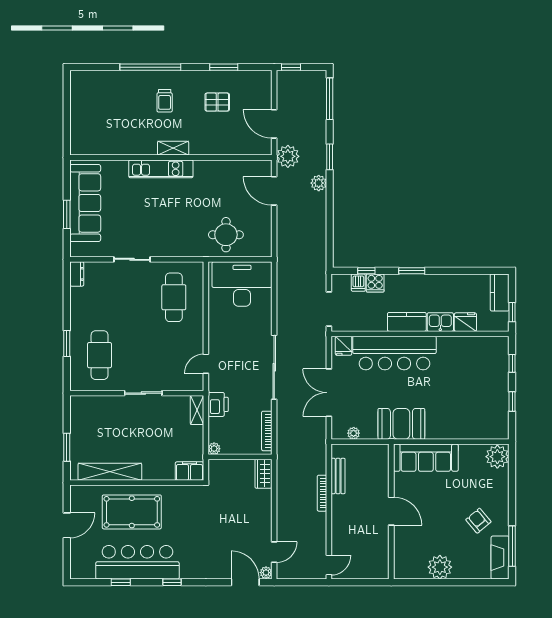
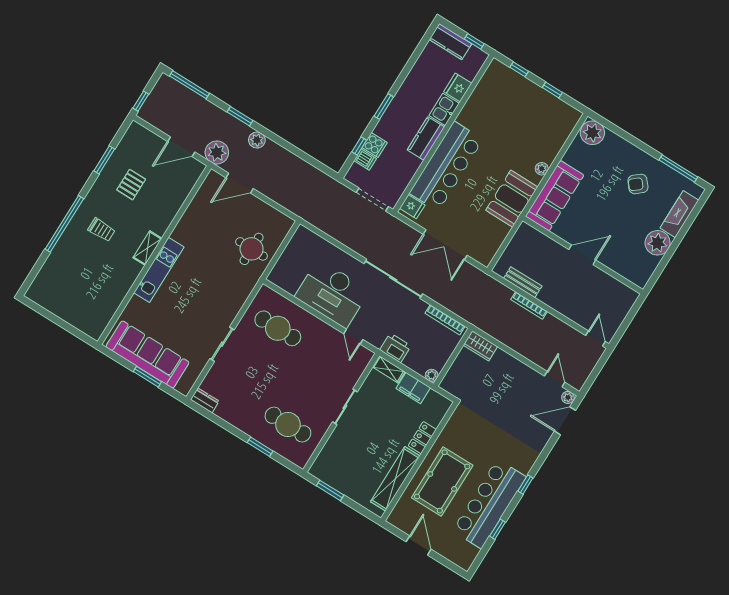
desk: (242, 284) -> (332, 294), moved, turned -90
plant: (354, 433) -> (542, 169), moved
window: (67, 447) -> (330, 490), moved
filing cabinet: (189, 471) -> (413, 388), moved, turned -90
locker: (158, 473) -> (422, 438), added
fireplace: (500, 558) -> (679, 214), moved, turned 90

